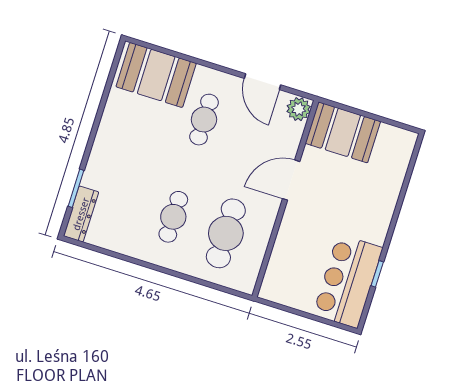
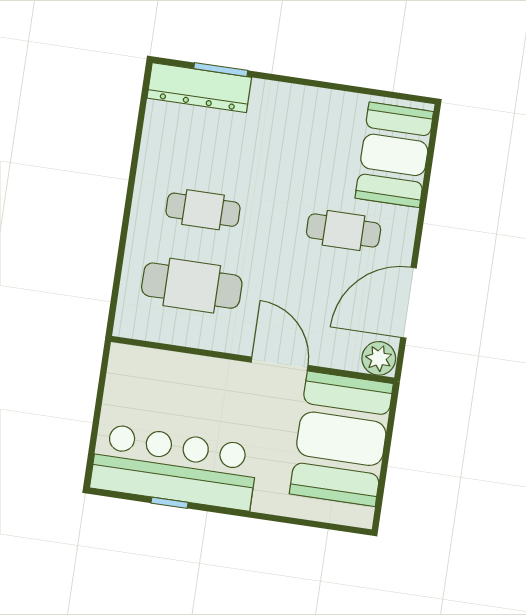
door: (263, 82) -> (408, 303), width x1.36
booth: (343, 132) -> (341, 439), width x1.36, depth x1.42
dresser: (81, 214) -> (199, 88), width x1.37, depth x1.24
bar counter: (348, 281) -> (174, 467), width x1.36

